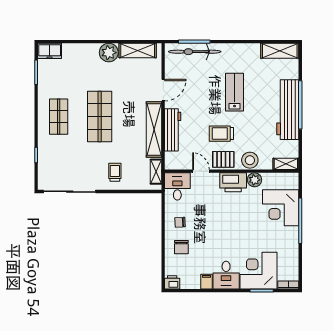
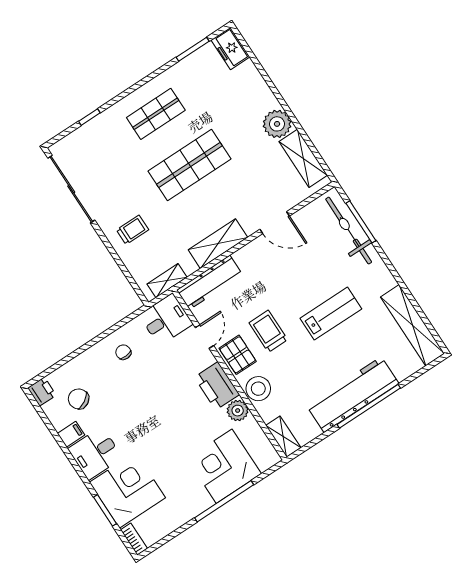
shelving: (280, 51) -> (413, 325), width x1.47
shelving: (154, 130) -> (218, 244), width x0.68
workbench: (173, 130) -> (210, 282), moved
chair: (181, 247) -> (79, 399), moved, turned 59

